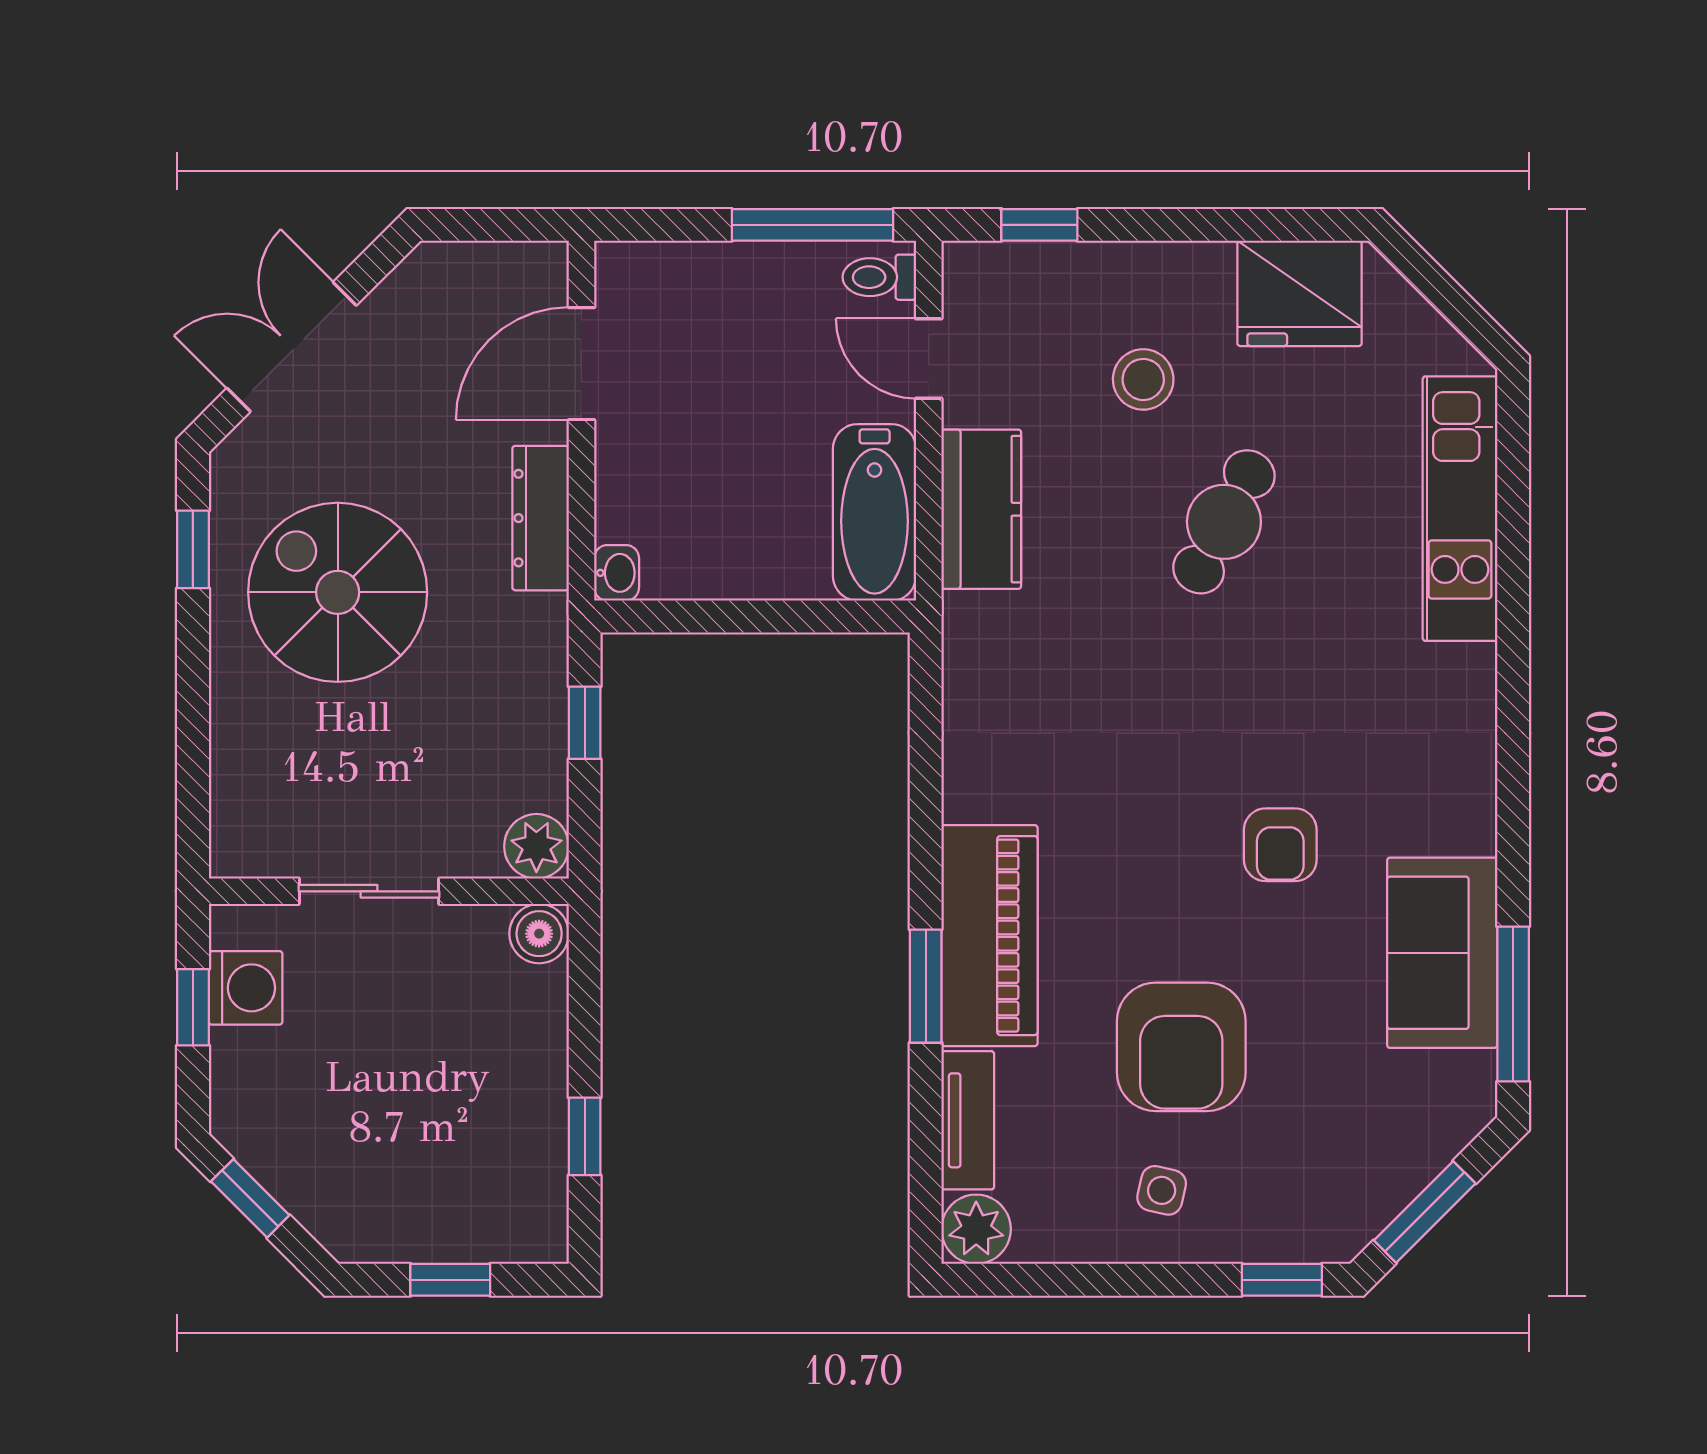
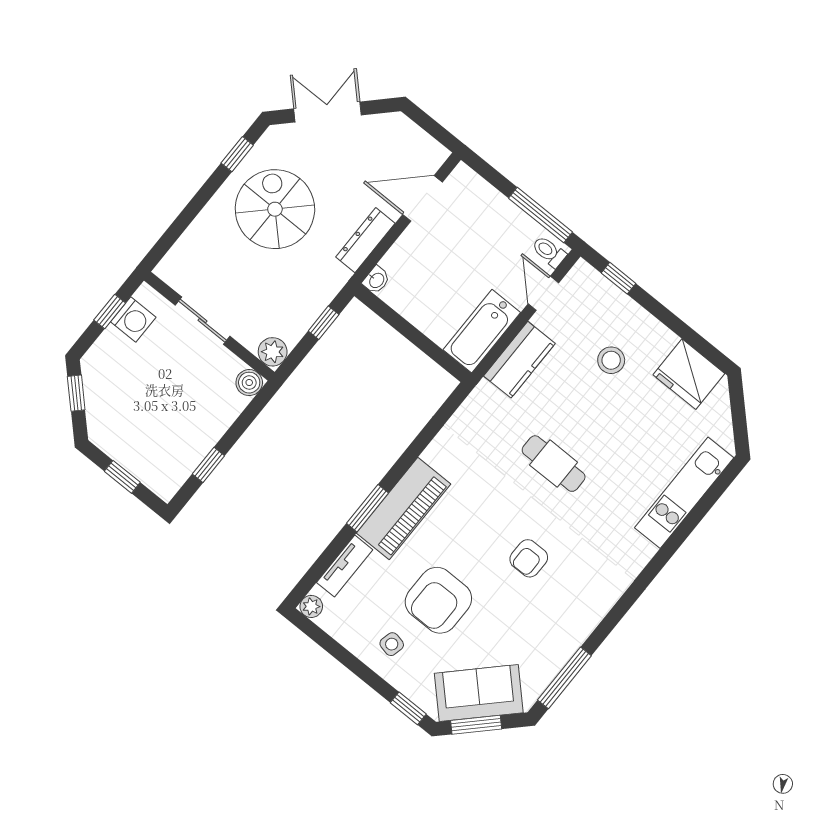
cafe table: (1224, 522) -> (554, 464), moved, turned 62
sofa: (1442, 953) -> (479, 693), moved, turned 45
plant: (976, 1229) -> (311, 606), width x0.73, depth x0.73

